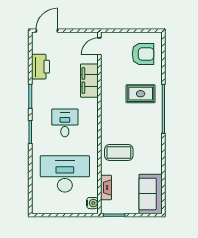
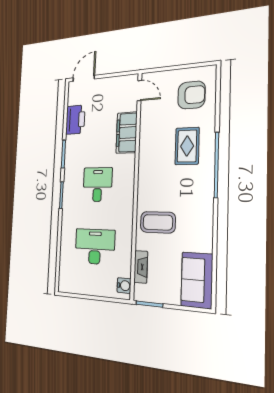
door: (99, 46) -> (139, 91), swing flipped
rug: (141, 94) -> (187, 146), turned 90
desk: (65, 174) -> (95, 247), width x0.73, depth x0.77

